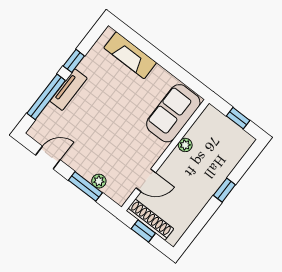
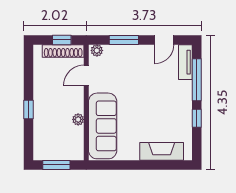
tv unit: (69, 90) -> (185, 62), moved
sofa: (173, 113) -> (103, 126), width x1.36
window: (238, 118) -> (56, 165), width x1.50
plant: (99, 181) -> (97, 50), moved

